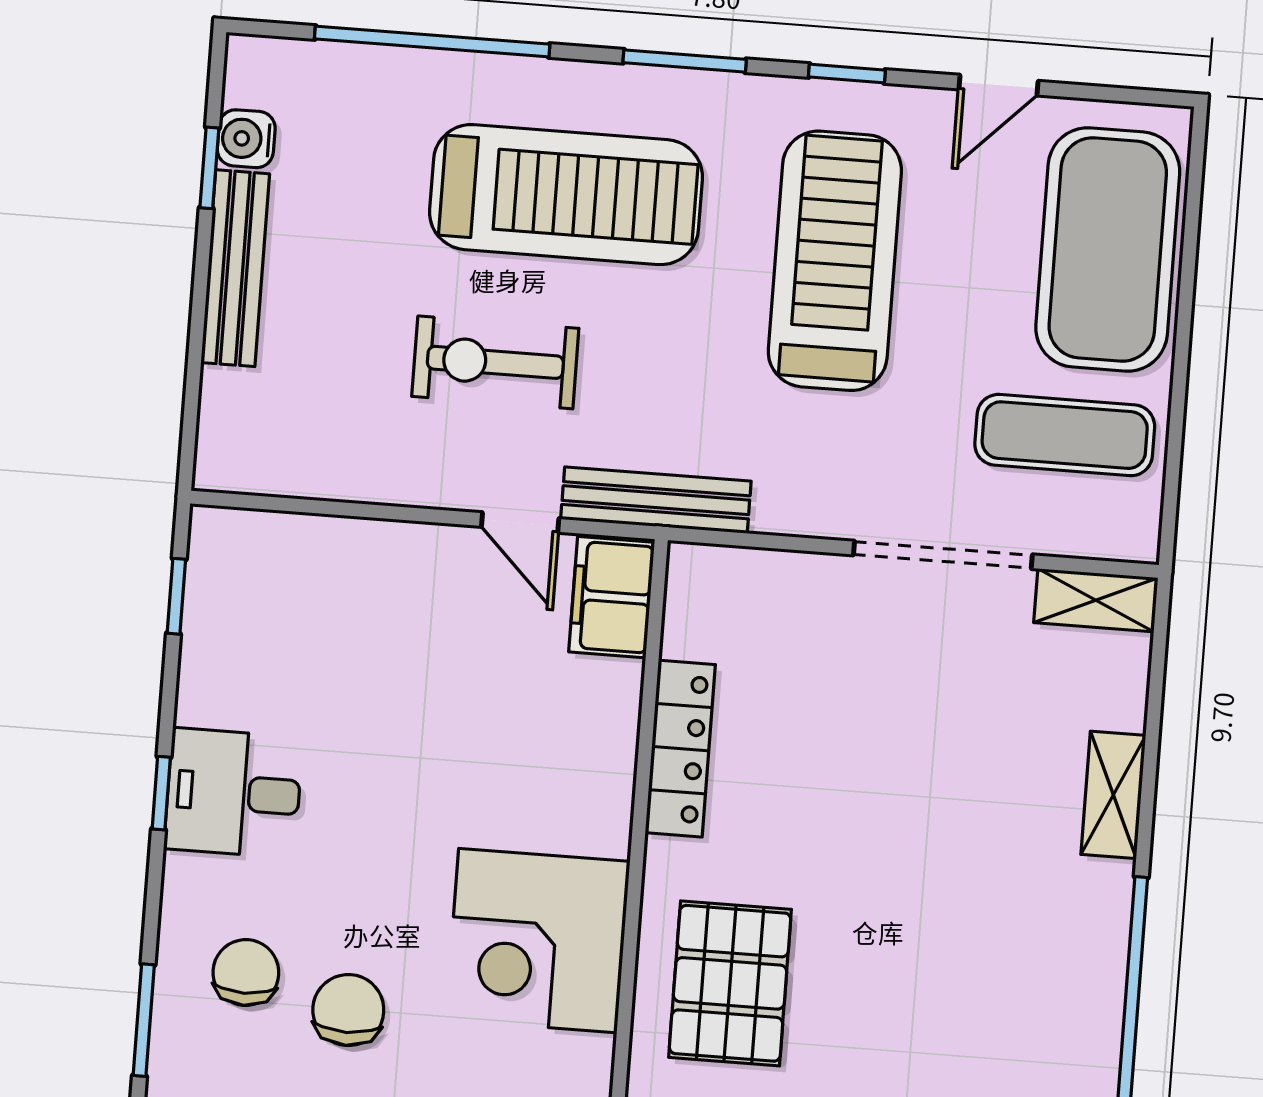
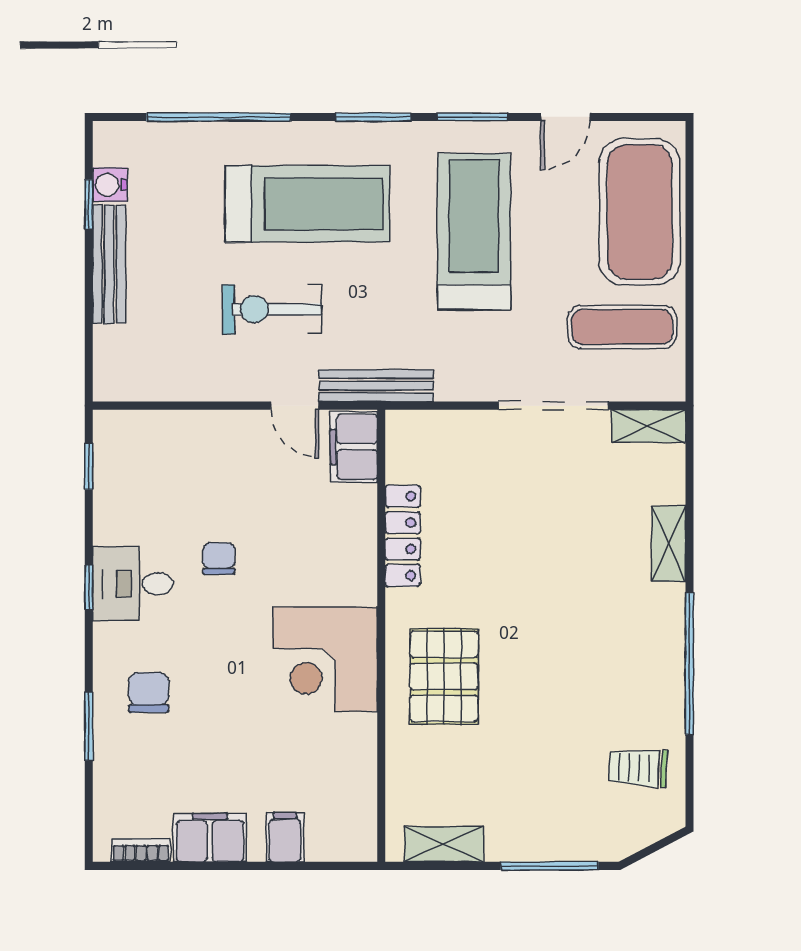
window: (847, 73) -> (473, 117), width x1.50
chair: (348, 1010) -> (219, 559), moved, width x0.73, depth x0.73

